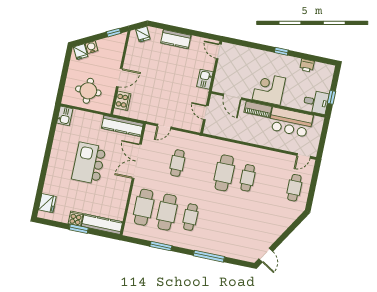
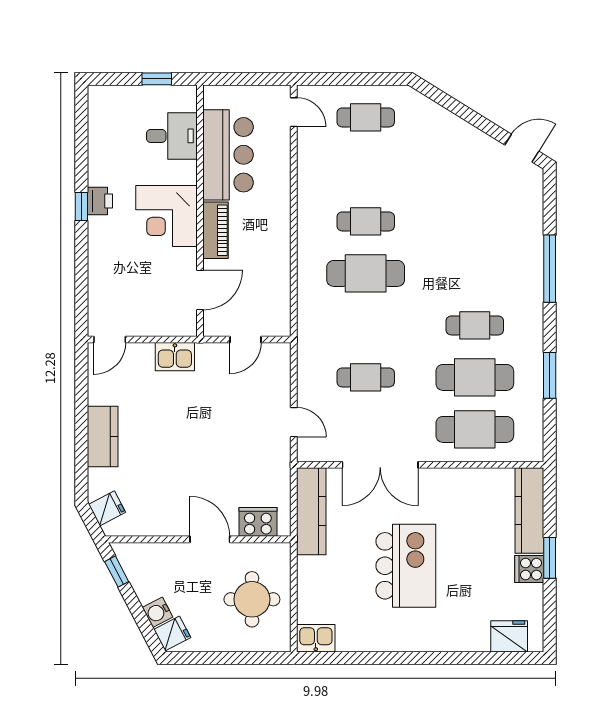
printer: (307, 65) -> (100, 201), moved
desk: (316, 102) -> (172, 136), moved, turned 90
kitchen island: (89, 163) -> (406, 566), turned -90

